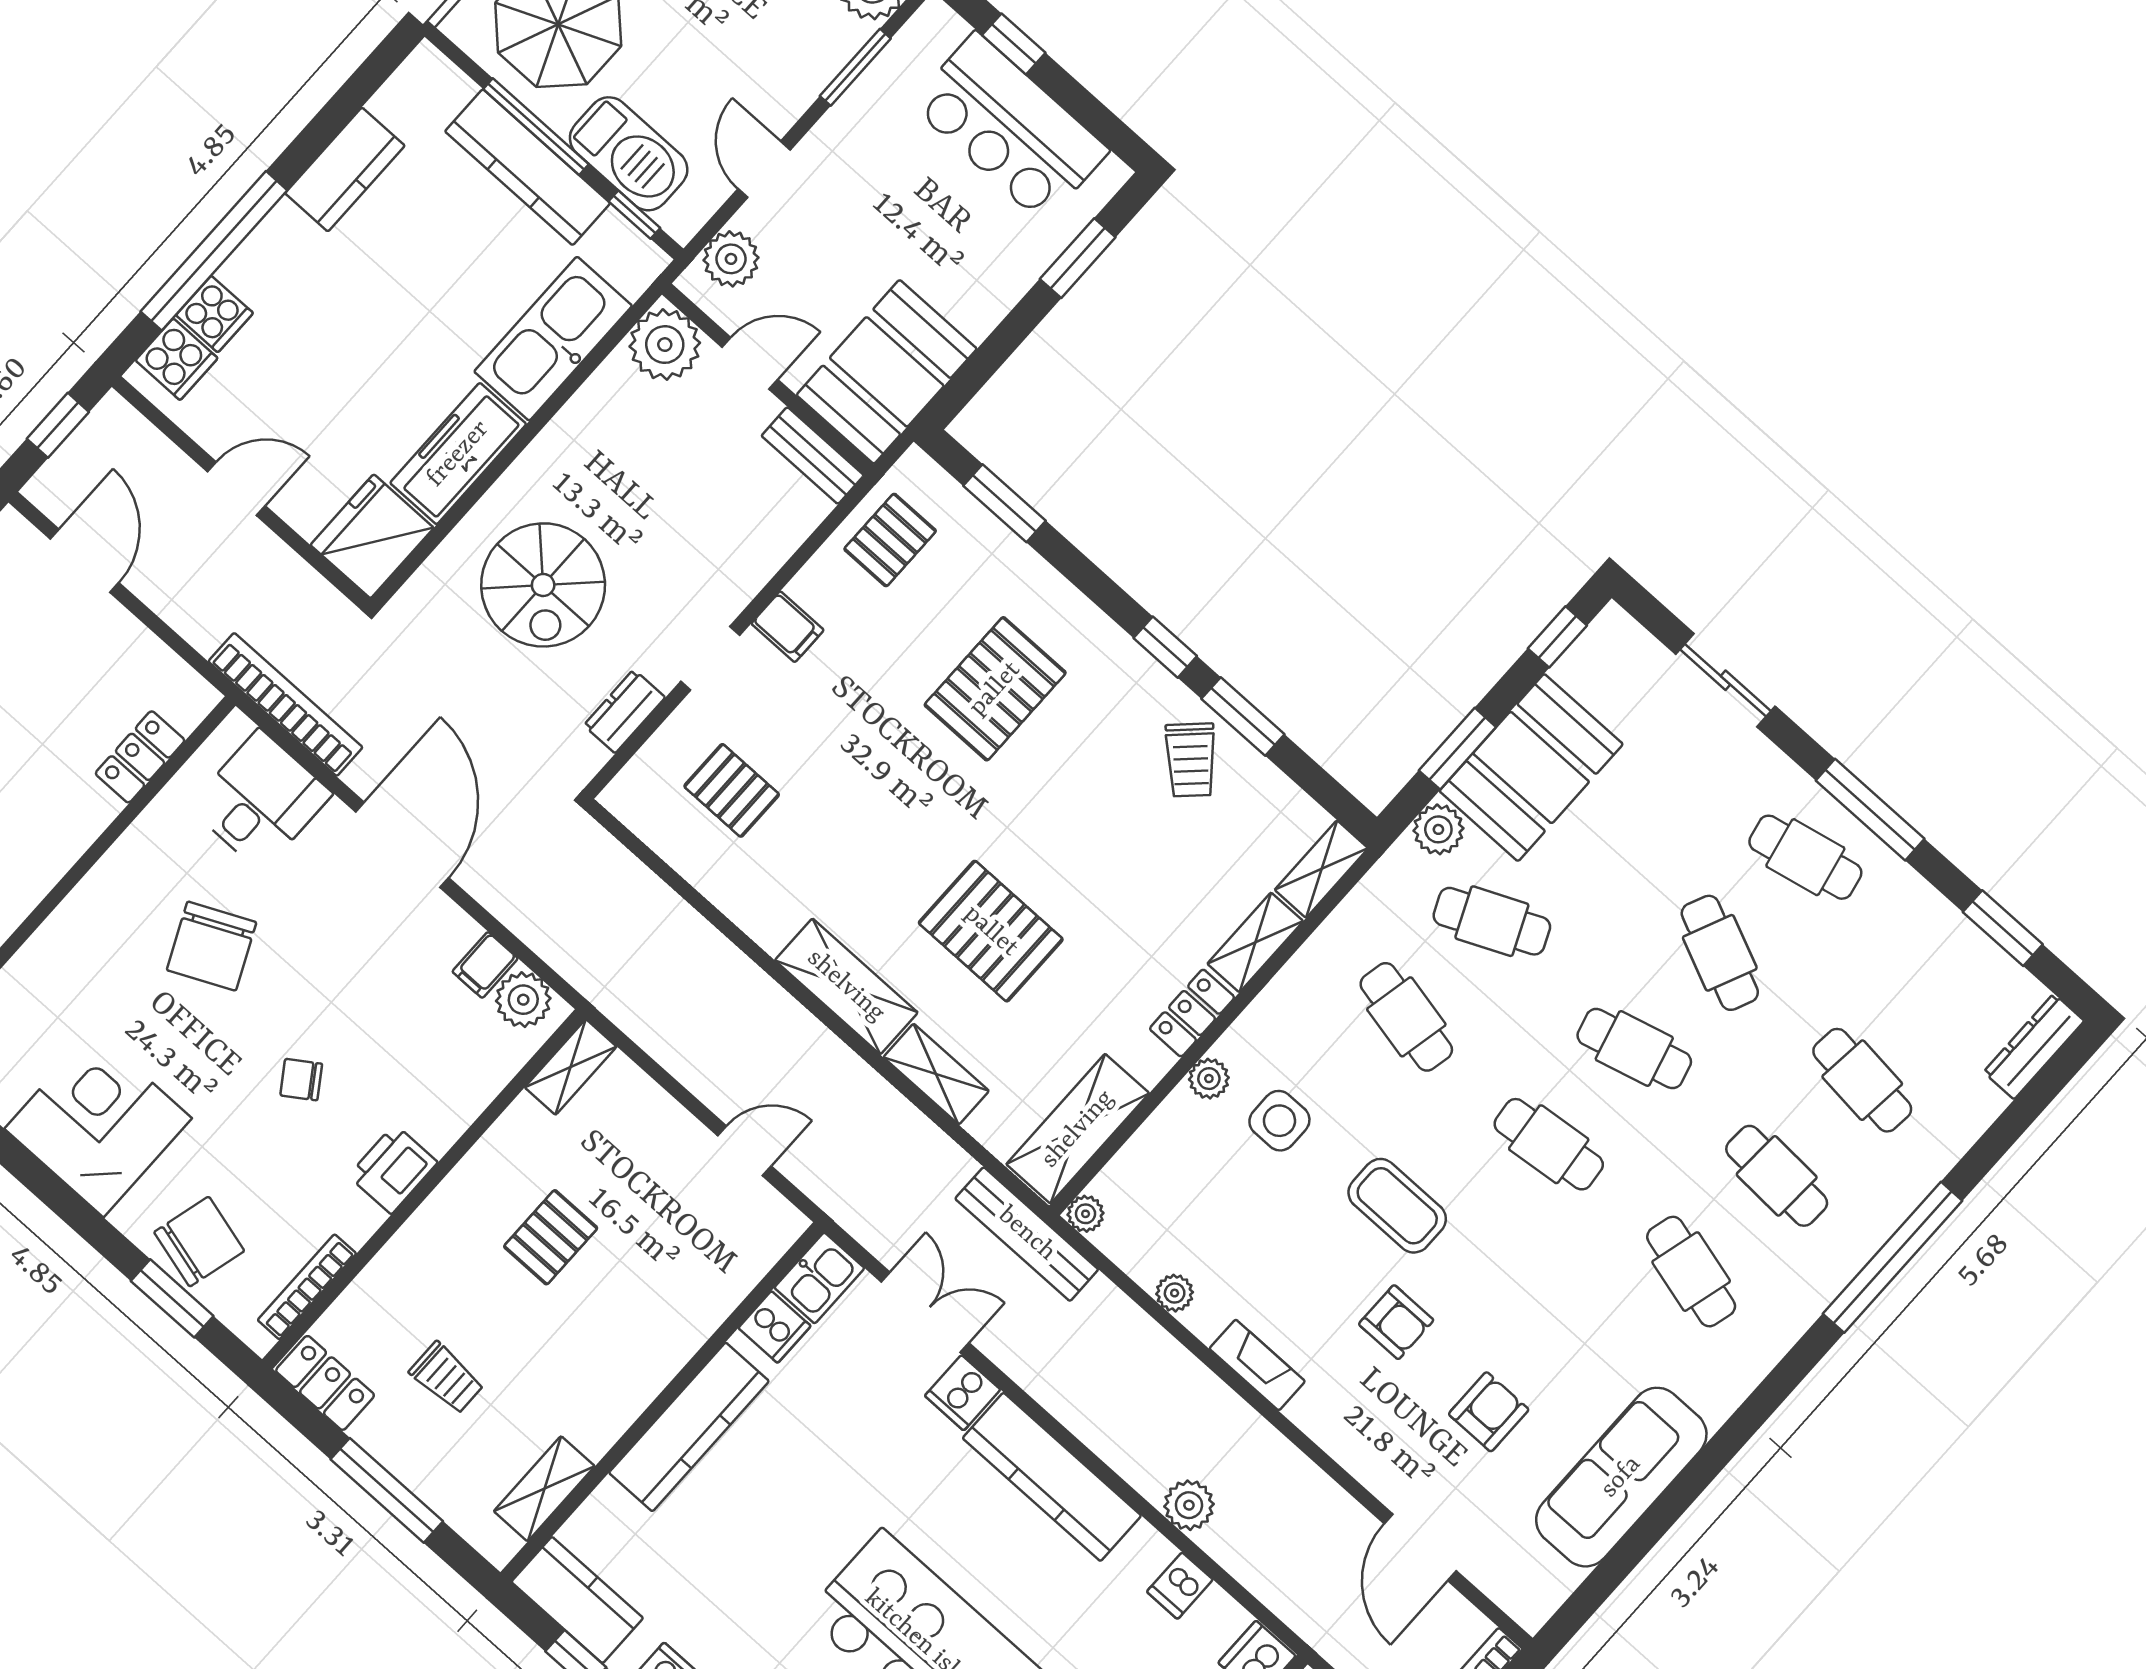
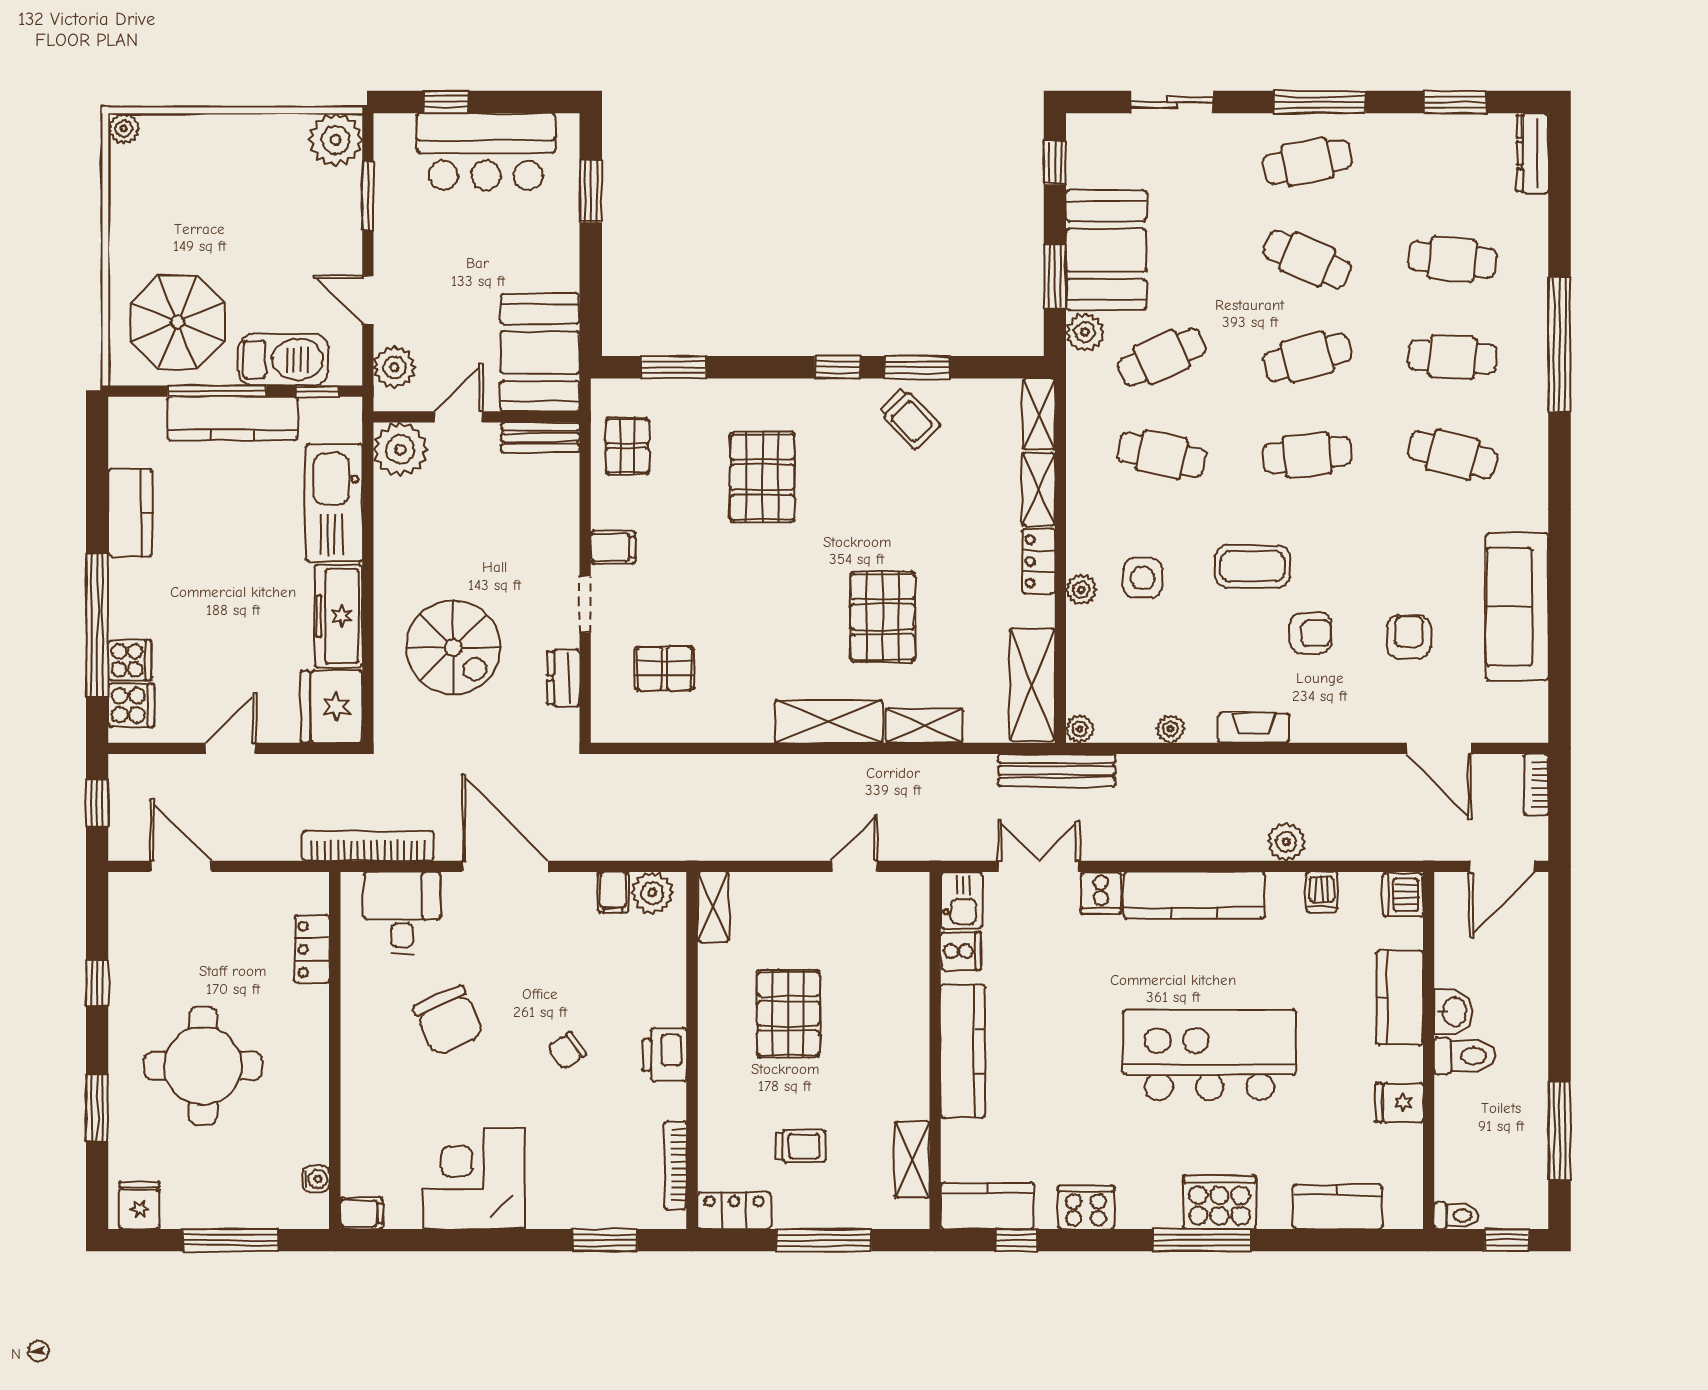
pallet: (991, 931) -> (883, 617), turned 90
pallet: (551, 1237) -> (788, 1014), width x1.50, depth x1.42
chair: (199, 1242) -> (591, 1194), removed

